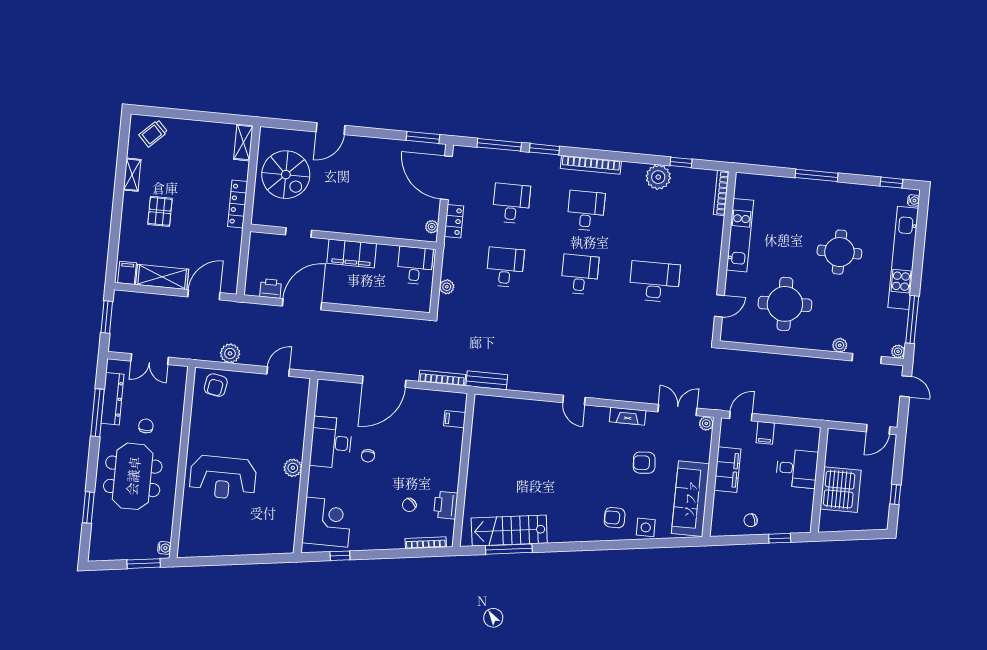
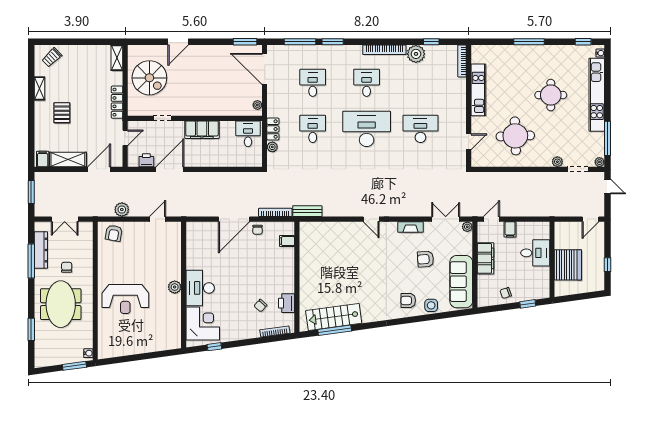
bookcase: (591, 165) -> (384, 50), moved
locker: (454, 221) -> (273, 129), moved
door: (244, 255) -> (125, 138), added
desk: (580, 274) -> (367, 129), width x1.87, depth x1.30
desk: (331, 442) -> (200, 288), moved
chair: (368, 456) -> (258, 230), moved

